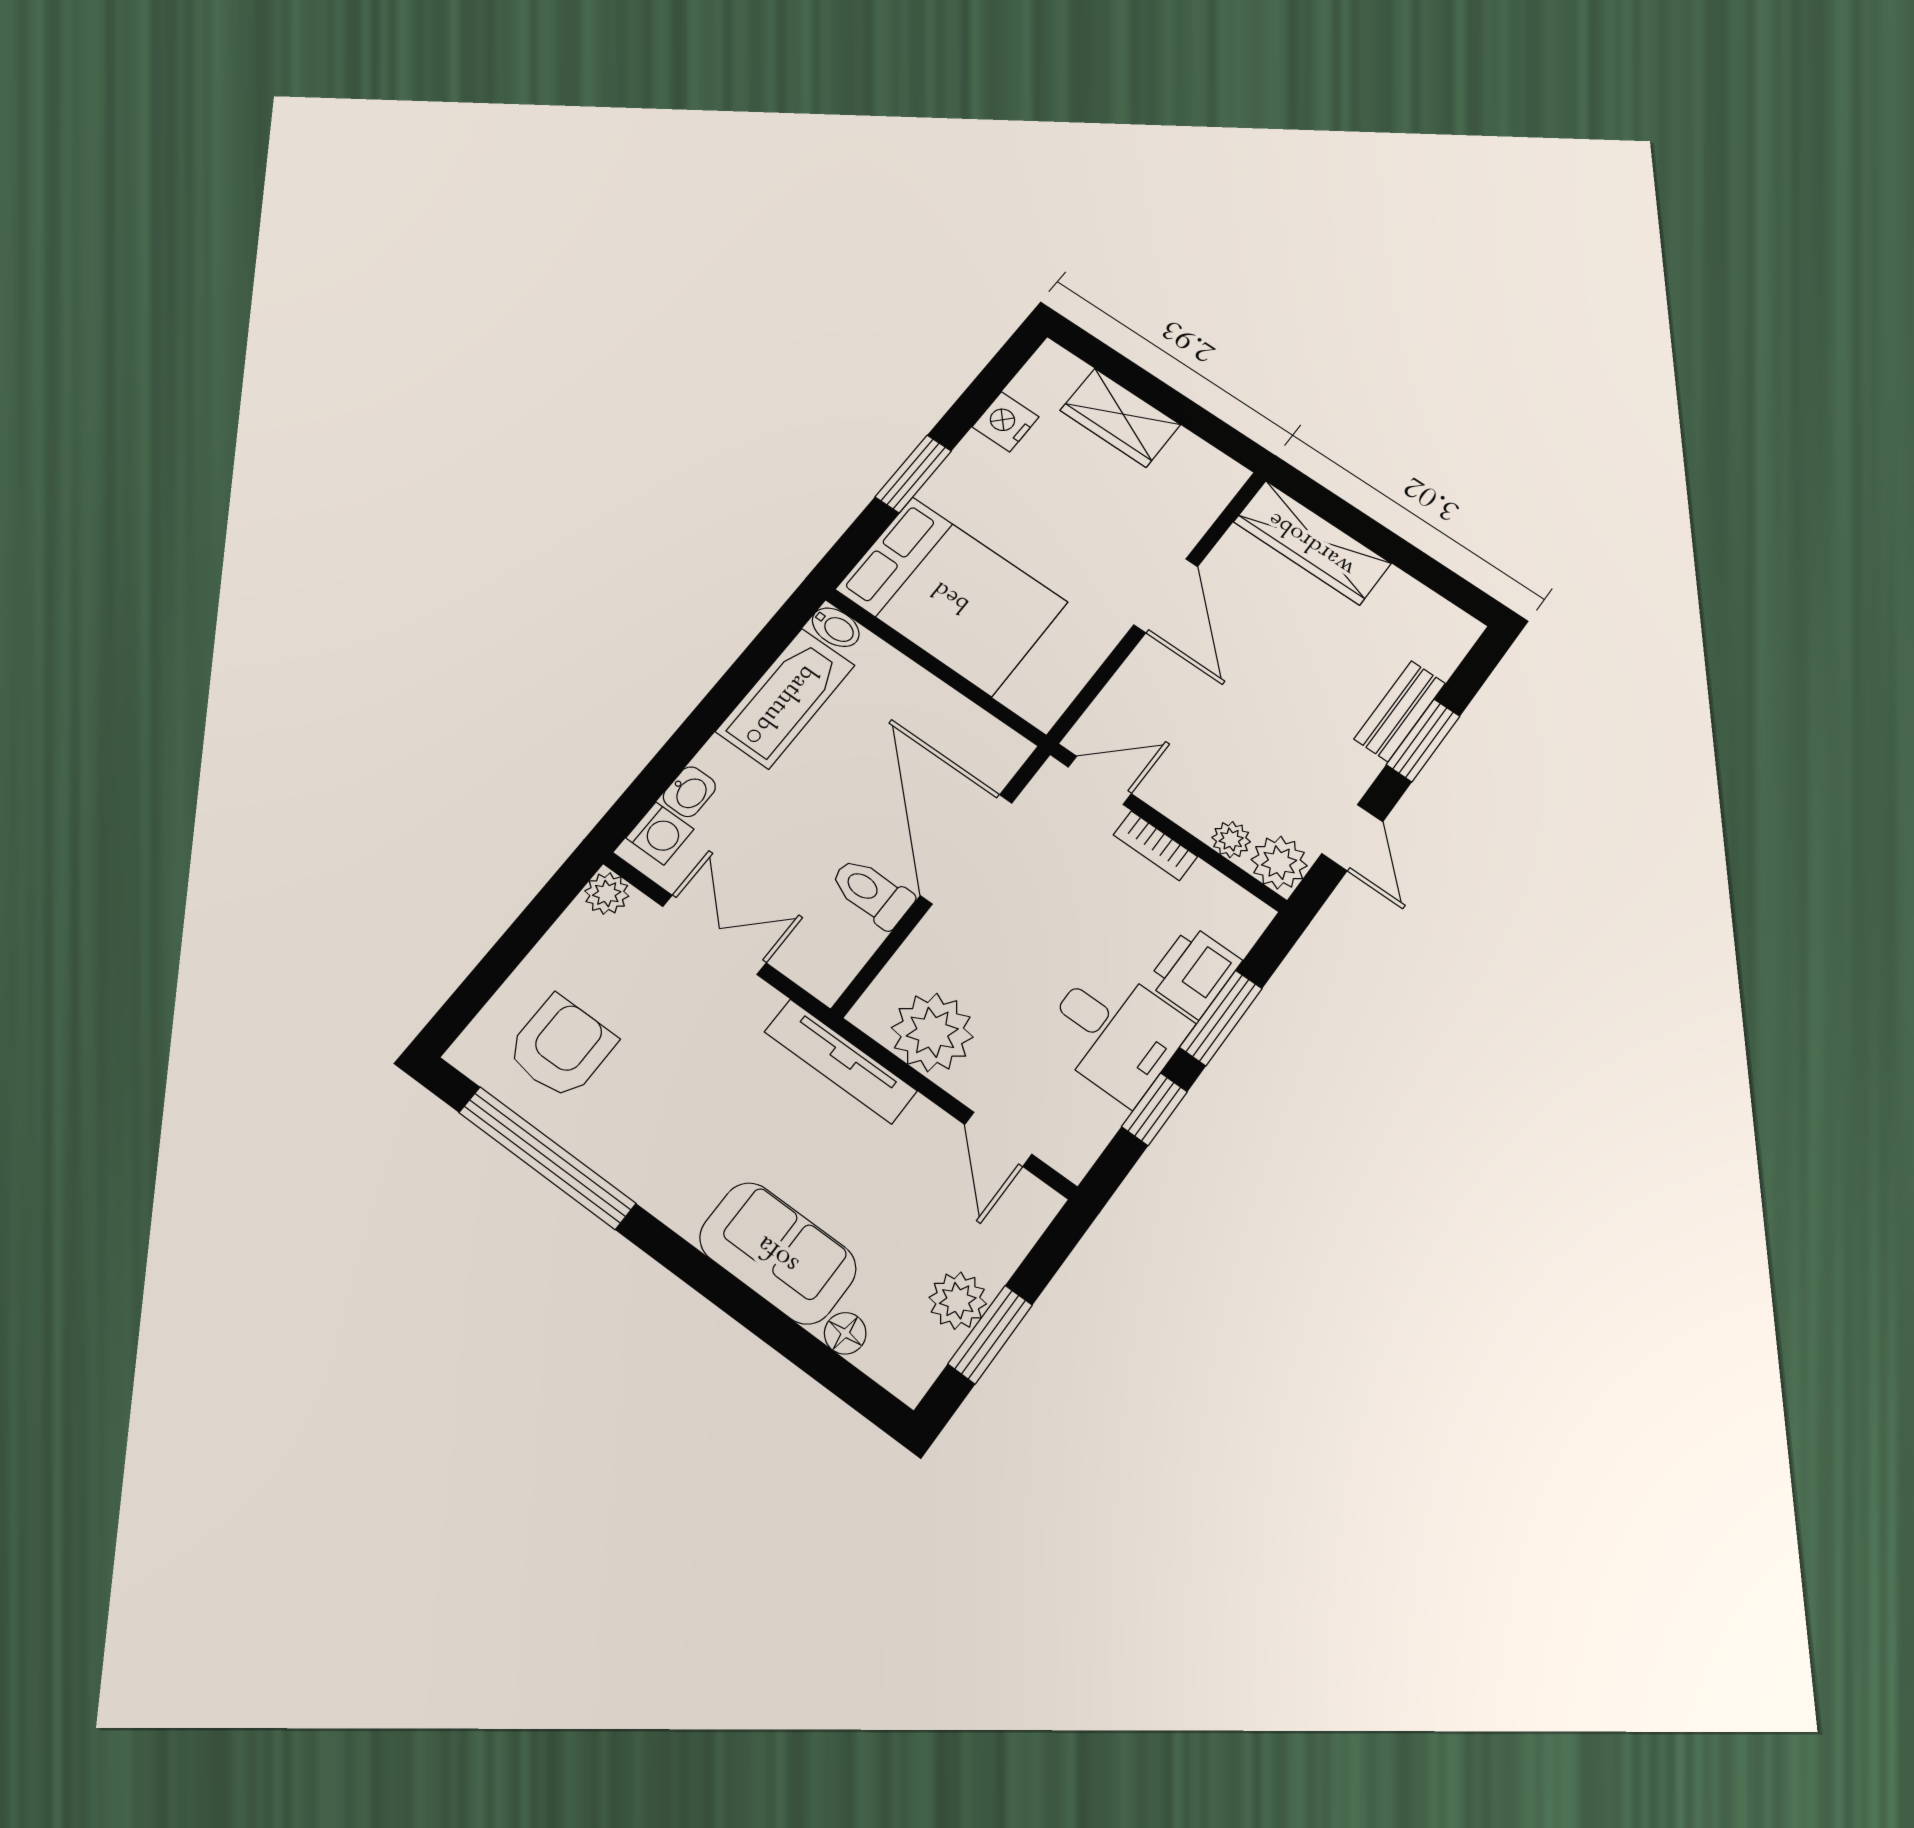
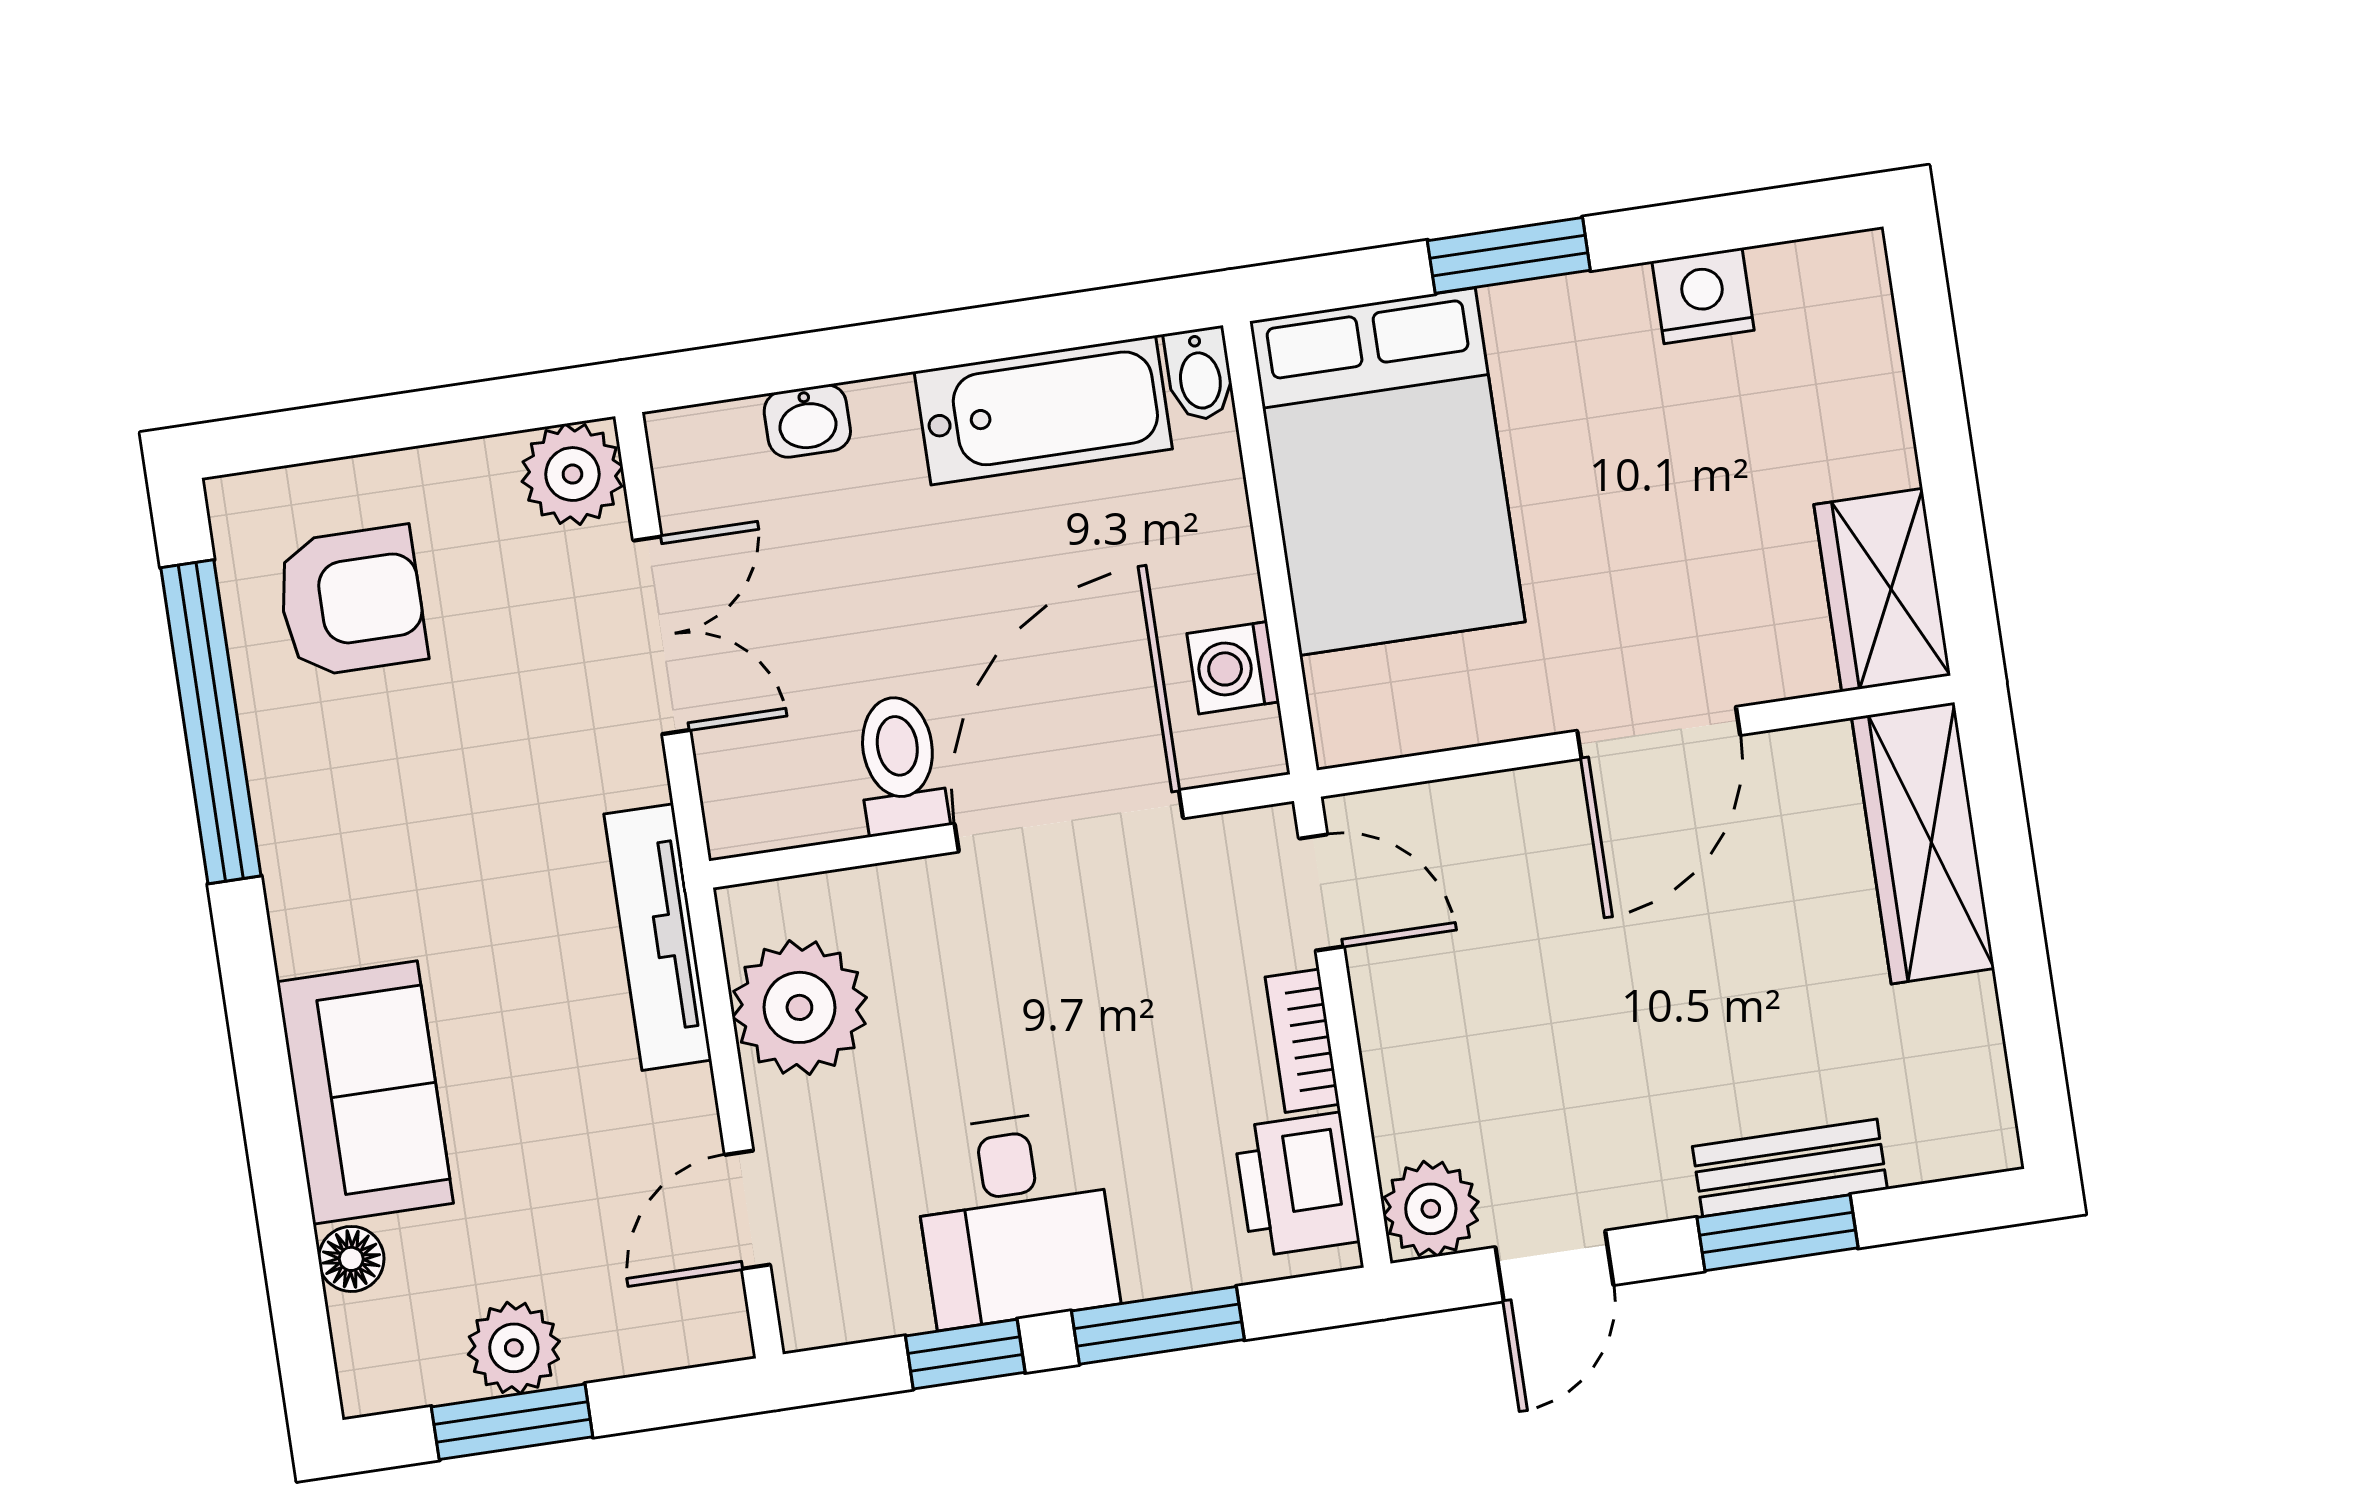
wardrobe: (1120, 418) -> (1882, 590), moved
washing machine: (660, 833) -> (1233, 668), moved, turned 90
plant: (1231, 840) -> (1403, 1123), removed
plant: (607, 894) -> (572, 474), width x1.38, depth x1.38
printer: (1194, 972) -> (1297, 1185), moved, turned -90

